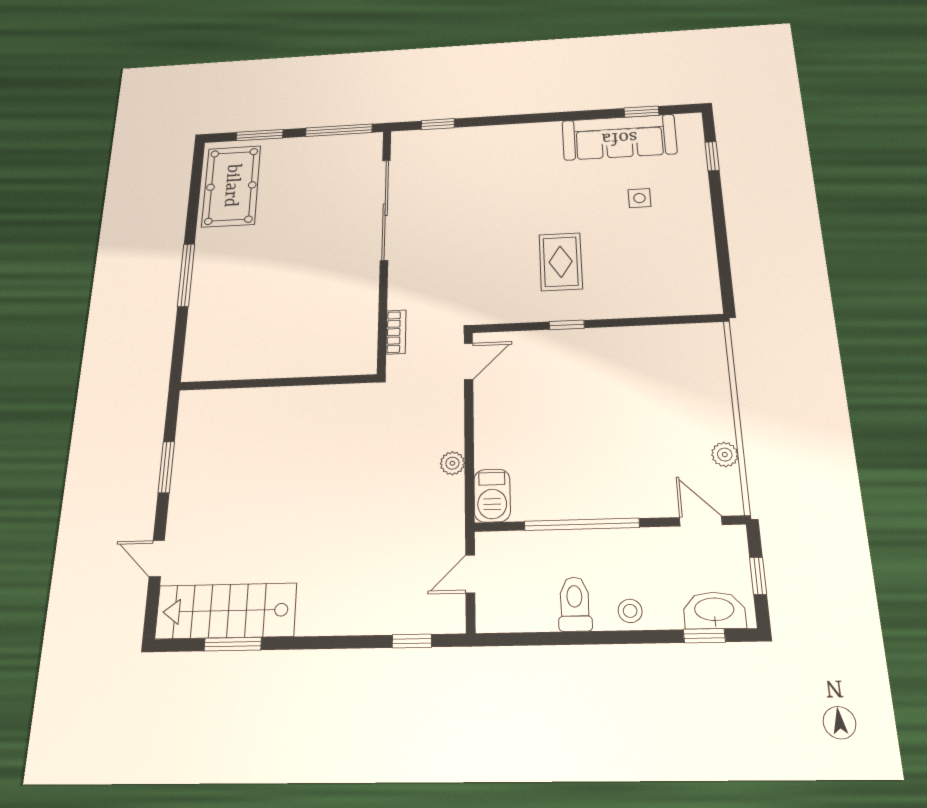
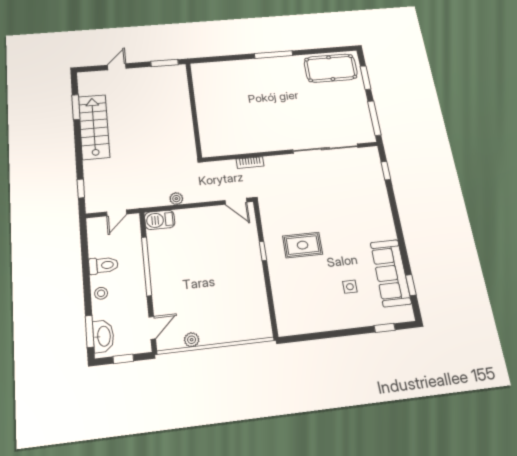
wall: (278, 382) -> (194, 110), moved
door: (470, 574) -> (117, 213), swing flipped
stairs: (226, 611) -> (94, 127), moved
window: (704, 636) -> (90, 331), width x1.50

